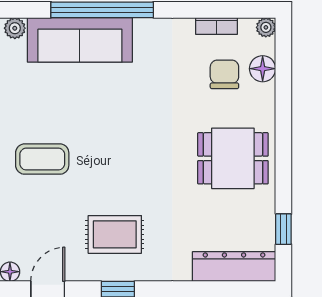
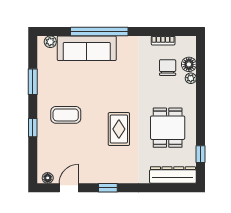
plant: (266, 27) -> (191, 78), moved
dining table: (233, 158) -> (168, 128), moved, turned 90
rug: (115, 234) -> (119, 129), moved, turned 90

